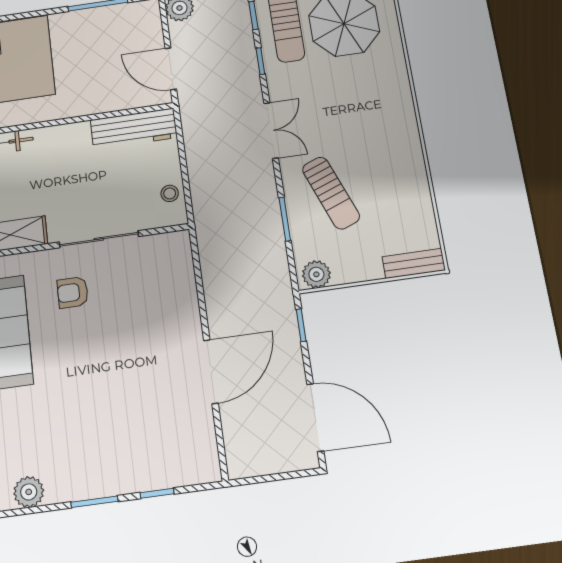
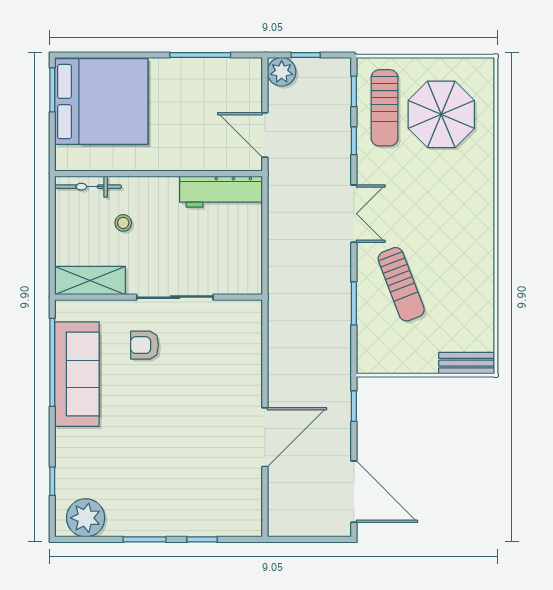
stool: (170, 193) -> (123, 223), moved
plant: (316, 274) -> (375, 361), removed
plant: (29, 492) -> (86, 518), width x1.36, depth x1.36

